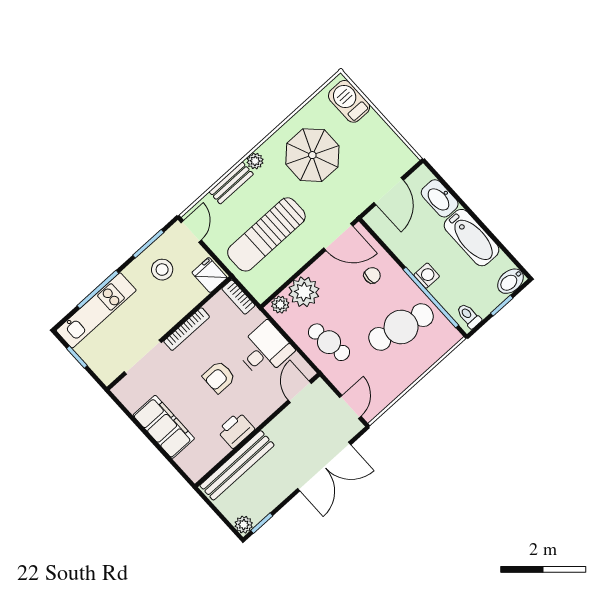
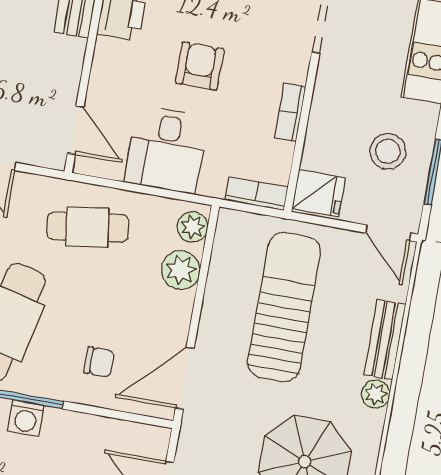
chair: (372, 275) -> (99, 362), turned -90
plant: (304, 292) -> (181, 270), width x0.73, depth x0.73
bookcase: (187, 329) -> (290, 112), width x0.64

